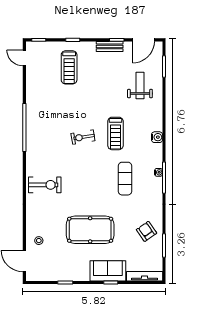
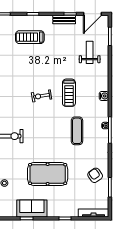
treadmill: (69, 67) -> (30, 37), turned 90
sofa: (108, 271) -> (32, 209), moved

